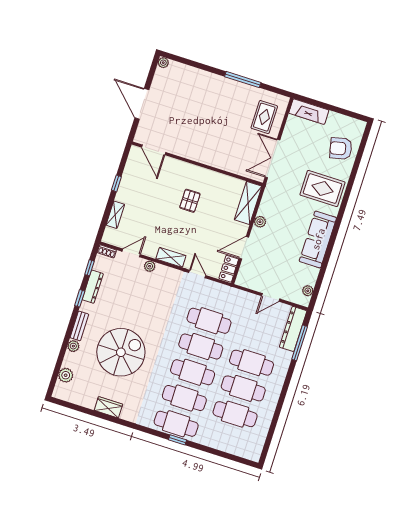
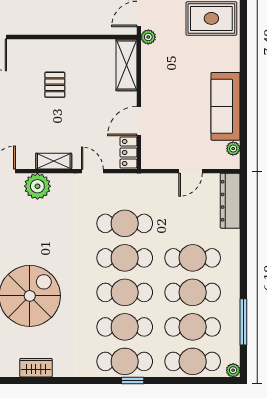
plant: (260, 222) -> (148, 37), moved
sofa: (318, 239) -> (226, 106), moved
plant: (150, 266) -> (37, 186), width x1.88, depth x1.88
window: (300, 343) -> (243, 322), moved
cafe table: (227, 440) -> (193, 361), added
plant: (255, 456) -> (233, 370), added

